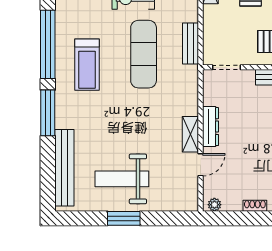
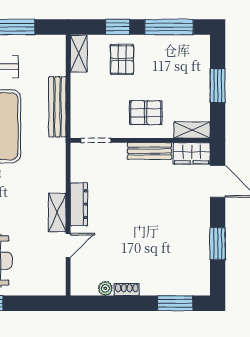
bench: (191, 44) -> (57, 107), width x1.36
plant: (214, 205) -> (105, 288), moved

